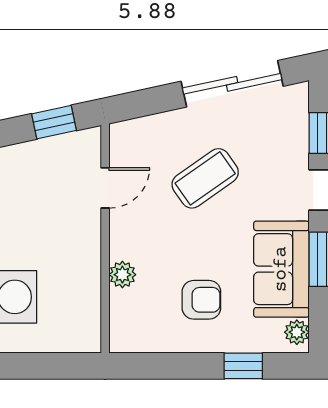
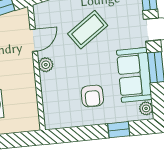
plant: (122, 275) -> (46, 65), moved
armchair: (201, 300) -> (92, 96), turned 90

